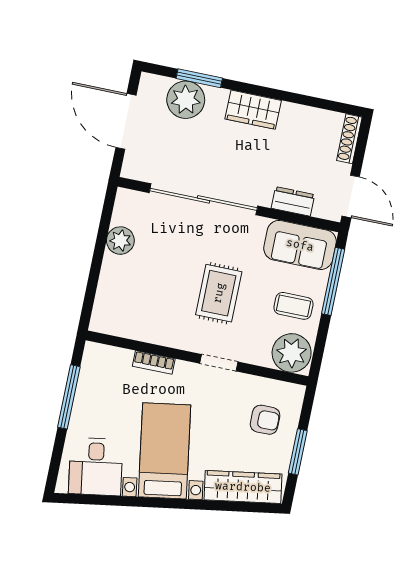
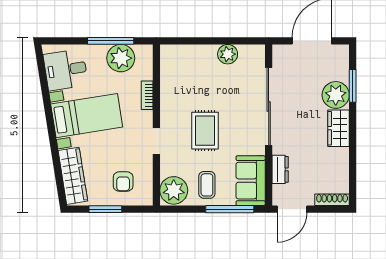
plant: (186, 100) -> (336, 95), moved
rug: (219, 293) -> (205, 131), turned 90
plant: (95, 388) -> (121, 58), added

